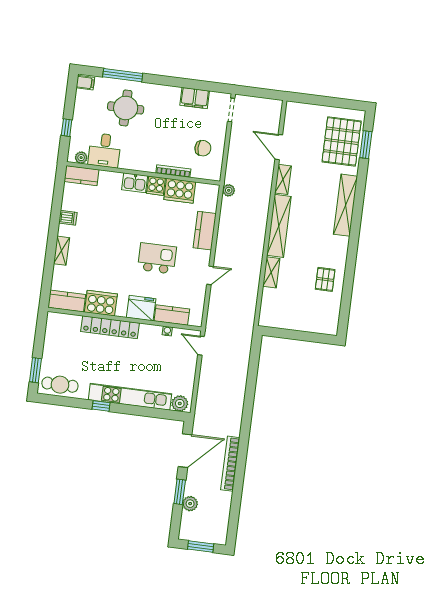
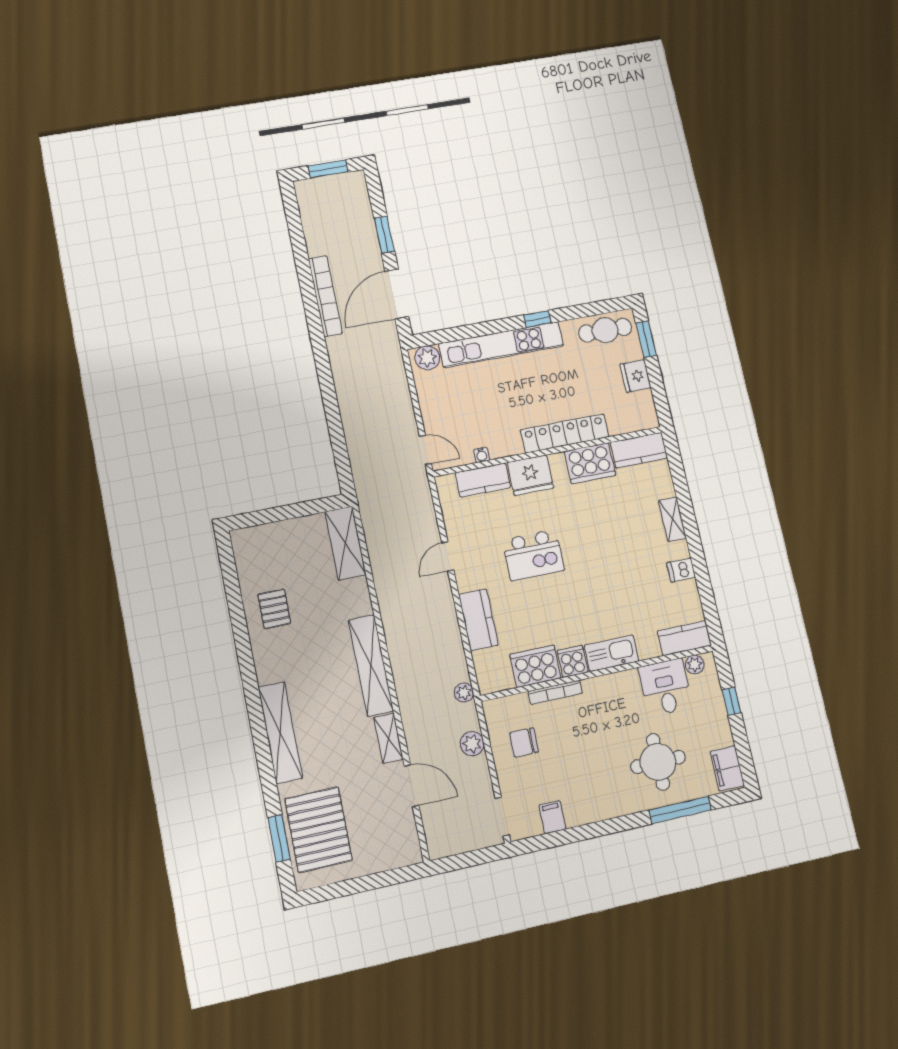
filing cabinet: (85, 83) -> (727, 768), width x2.00
filing cabinet: (195, 98) -> (552, 817), width x0.50
kitchen sink: (135, 183) -> (612, 653), width x1.38
shelving: (271, 272) -> (346, 543), moved, width x1.50, depth x1.33
fridge: (51, 349) -> (636, 376), added
plant: (190, 504) -> (472, 744), moved

